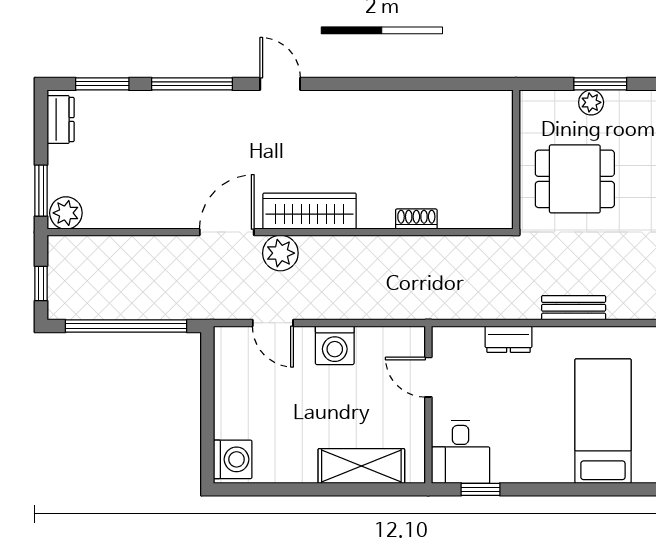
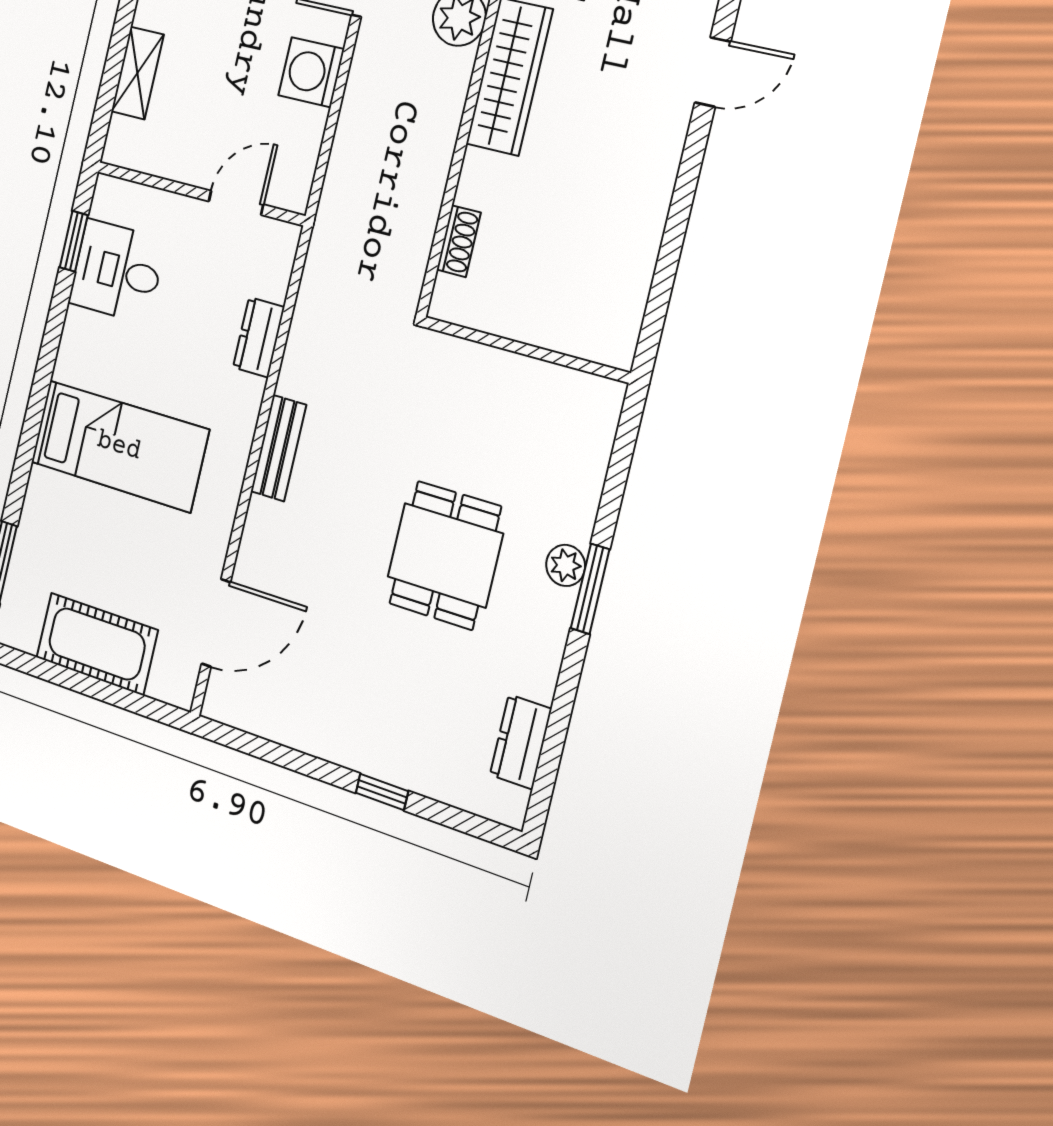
wall: (516, 160) -> (525, 349), moved
dining table: (575, 179) -> (445, 555), moved
desk: (461, 452) -> (117, 271), moved
shelving: (361, 466) -> (137, 73), width x0.67, depth x0.75

